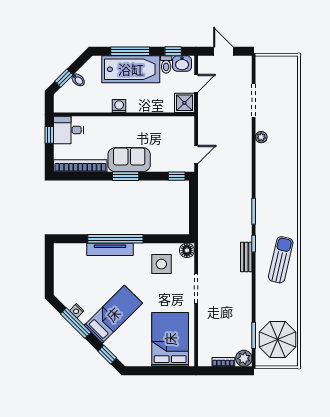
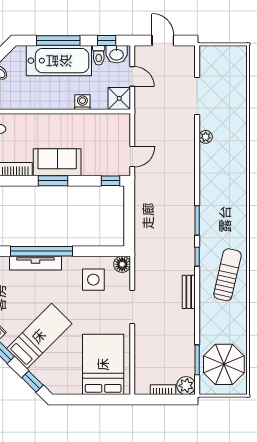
door: (196, 83) -> (132, 76), hinge flipped
washing machine: (119, 106) -> (82, 102), moved
bench: (246, 257) -> (189, 292), moved

